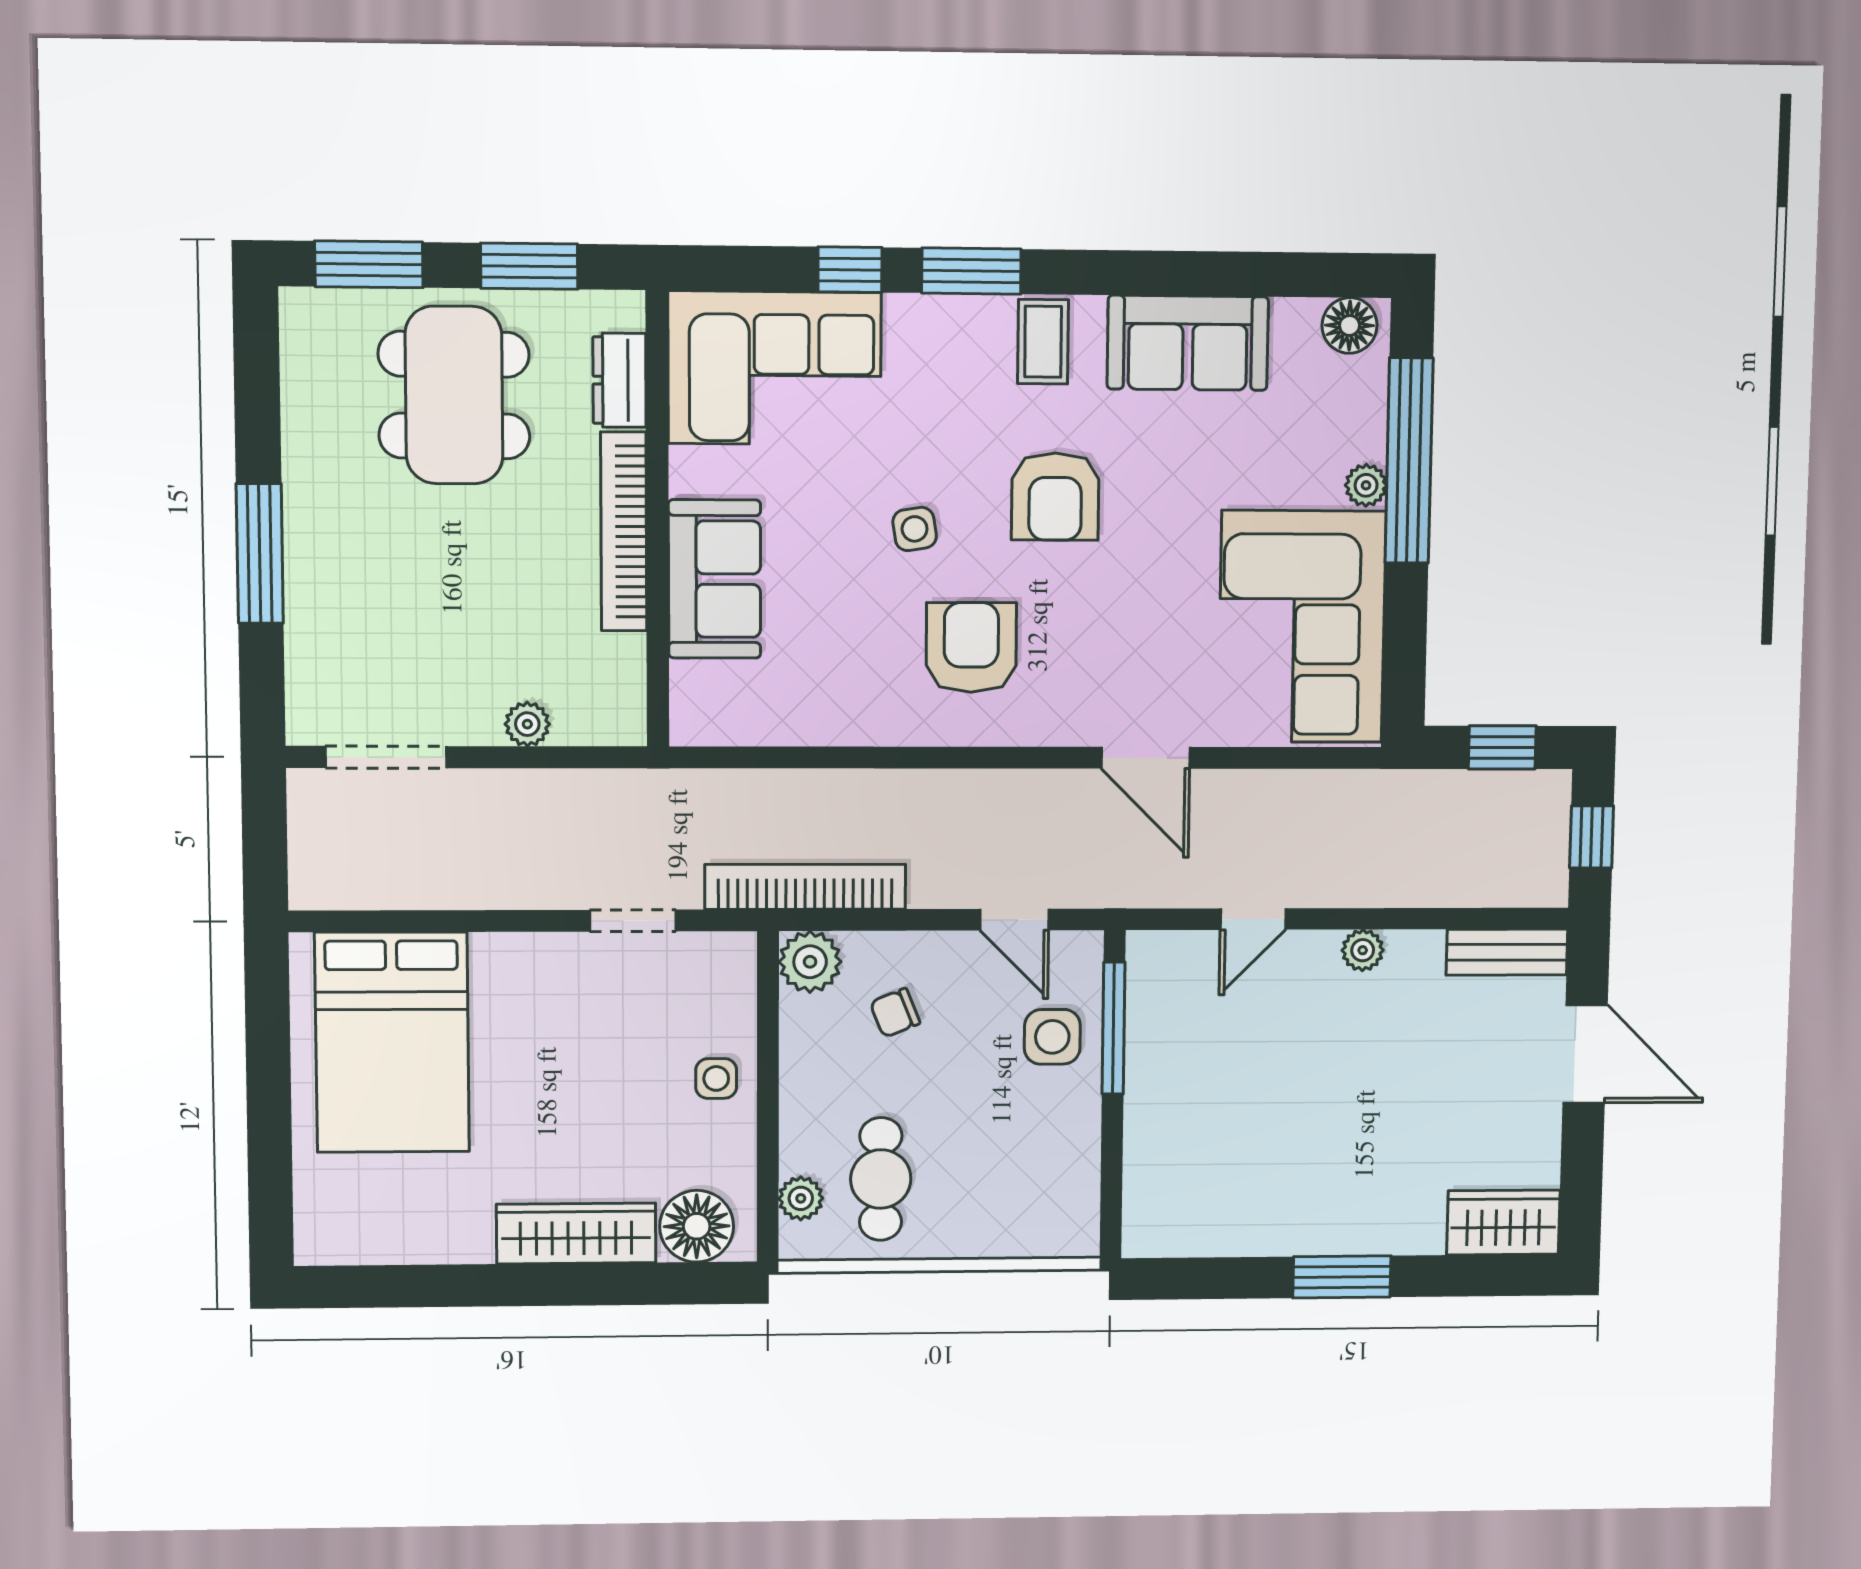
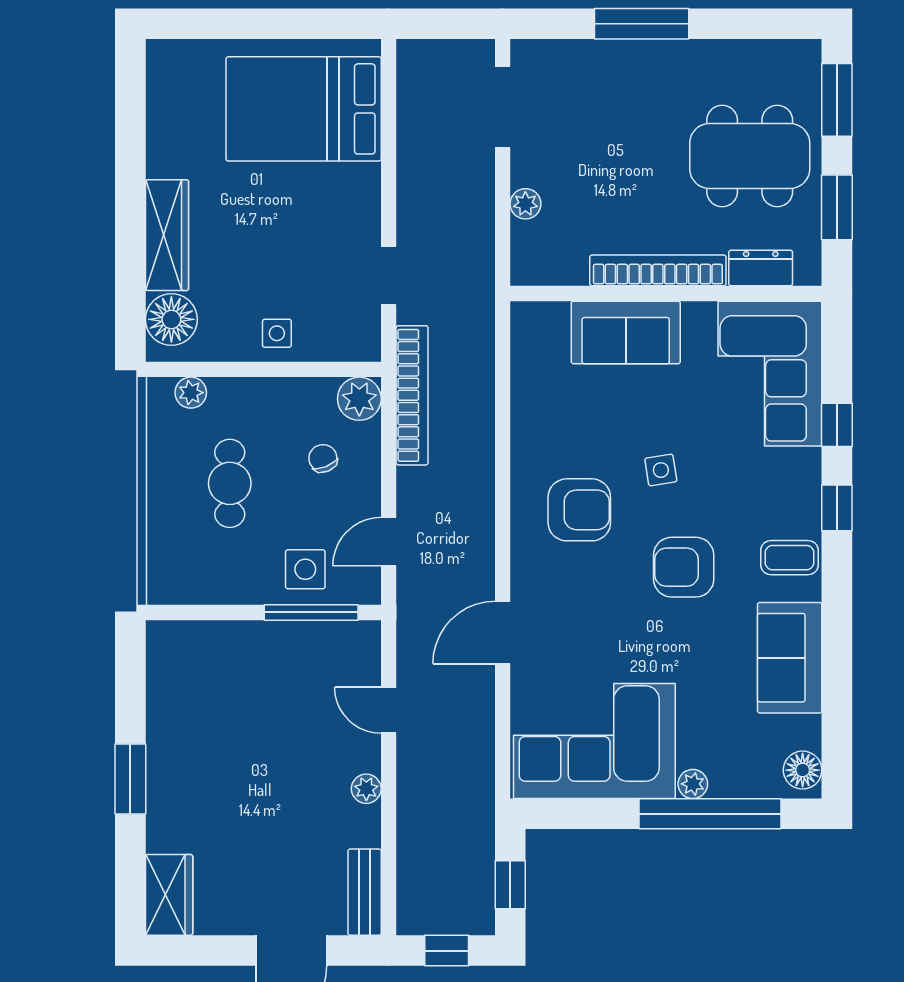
window: (971, 271) -> (837, 508), width x0.67
cafe table: (881, 1179) -> (230, 483), moved, turned 90

